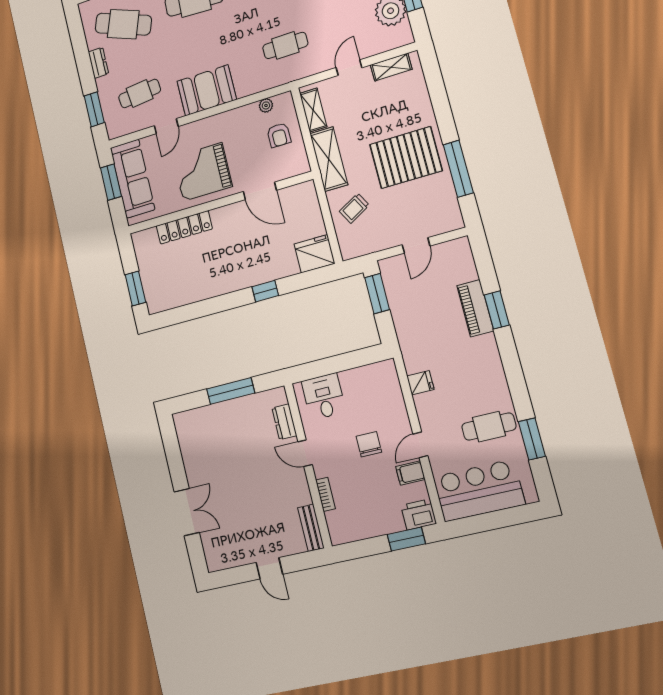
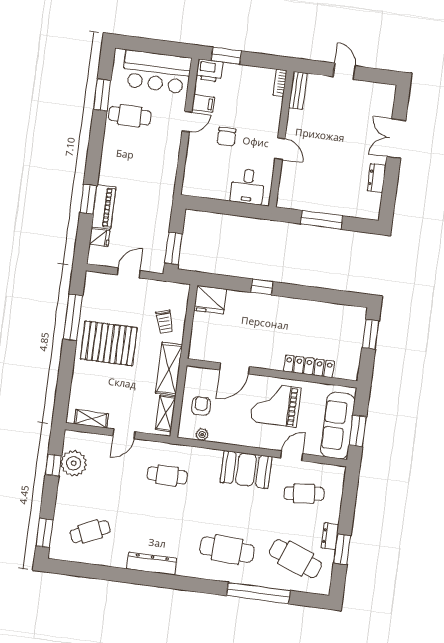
window: (94, 109) -> (342, 549), moved
grand piano: (202, 172) -> (276, 405), turned 180
door: (260, 191) -> (234, 368), swing flipped
trolley: (354, 208) -> (165, 322), turned 102
fridge: (420, 383) -> (100, 237), moved, turned 180
dresser: (284, 422) -> (377, 178), moved, turned 180
bookcase: (325, 494) -> (280, 83), moved

